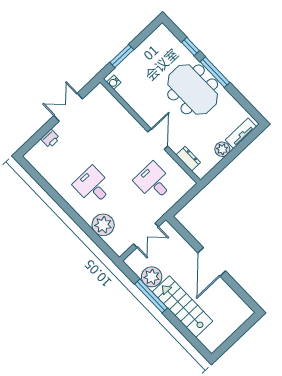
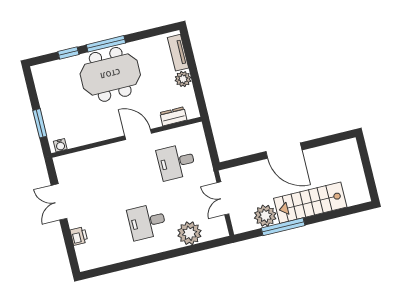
double door: (146, 235) -> (223, 198), swing flipped

